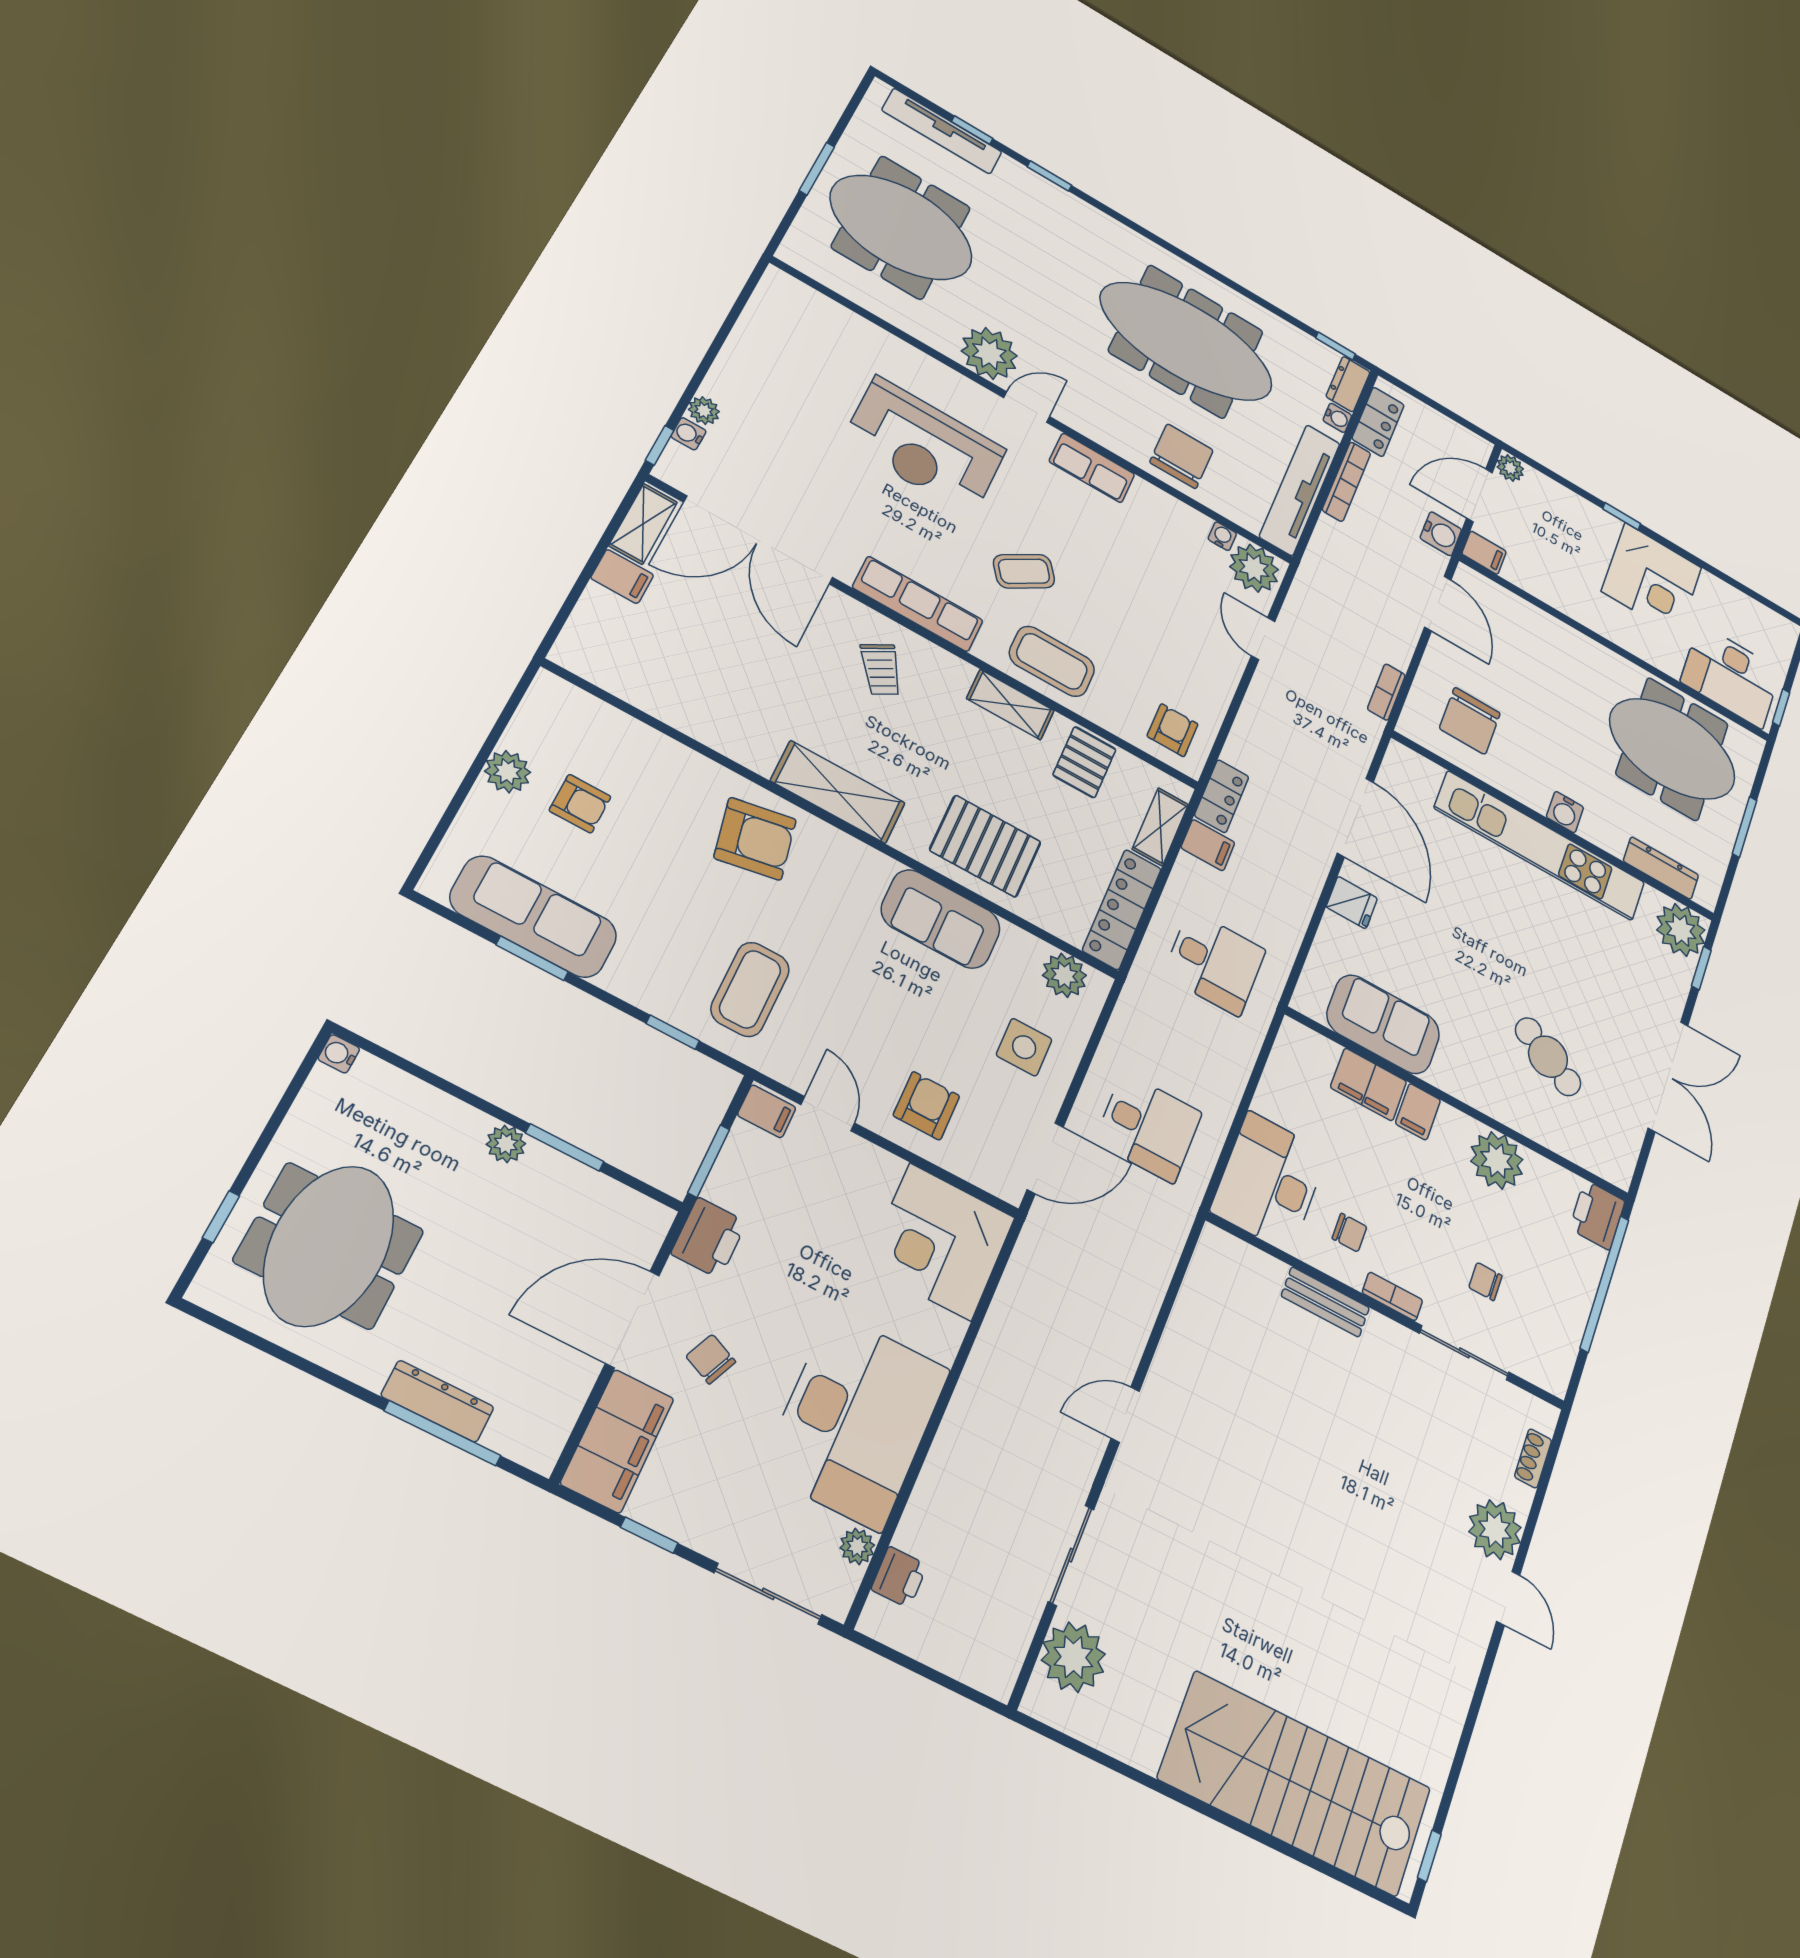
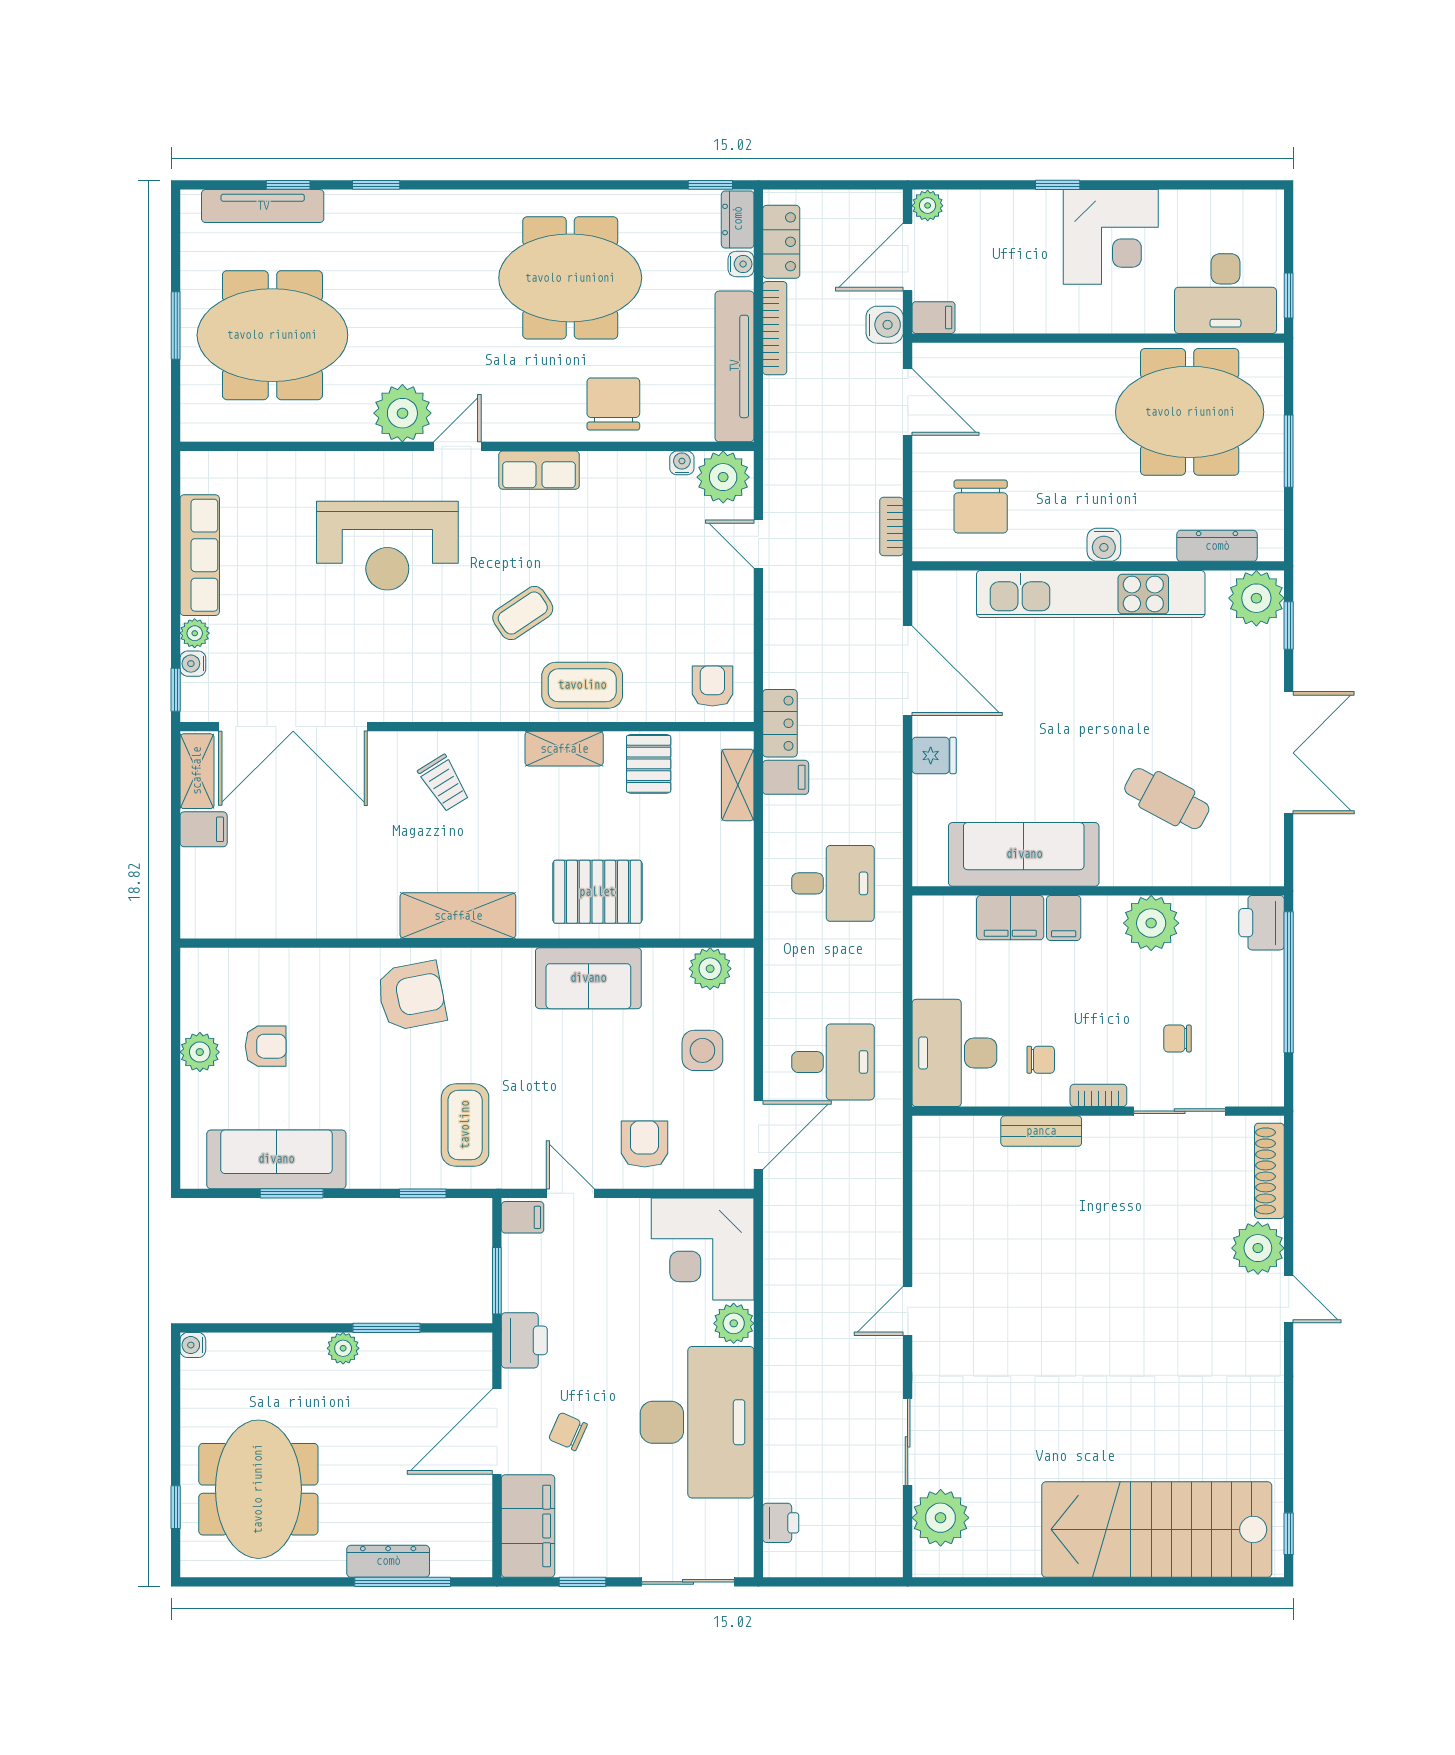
meeting table: (1186, 341) -> (570, 278), width x0.73
row of seats: (918, 604) -> (200, 555), moved, turned 90
locker: (1122, 909) -> (735, 881), removed
sofa: (1383, 1024) -> (1024, 854), width x1.36
shoe rack: (1533, 1458) -> (1269, 1171), width x1.94, depth x1.24
plant: (857, 1546) -> (734, 1323), moved, width x1.38, depth x1.38

